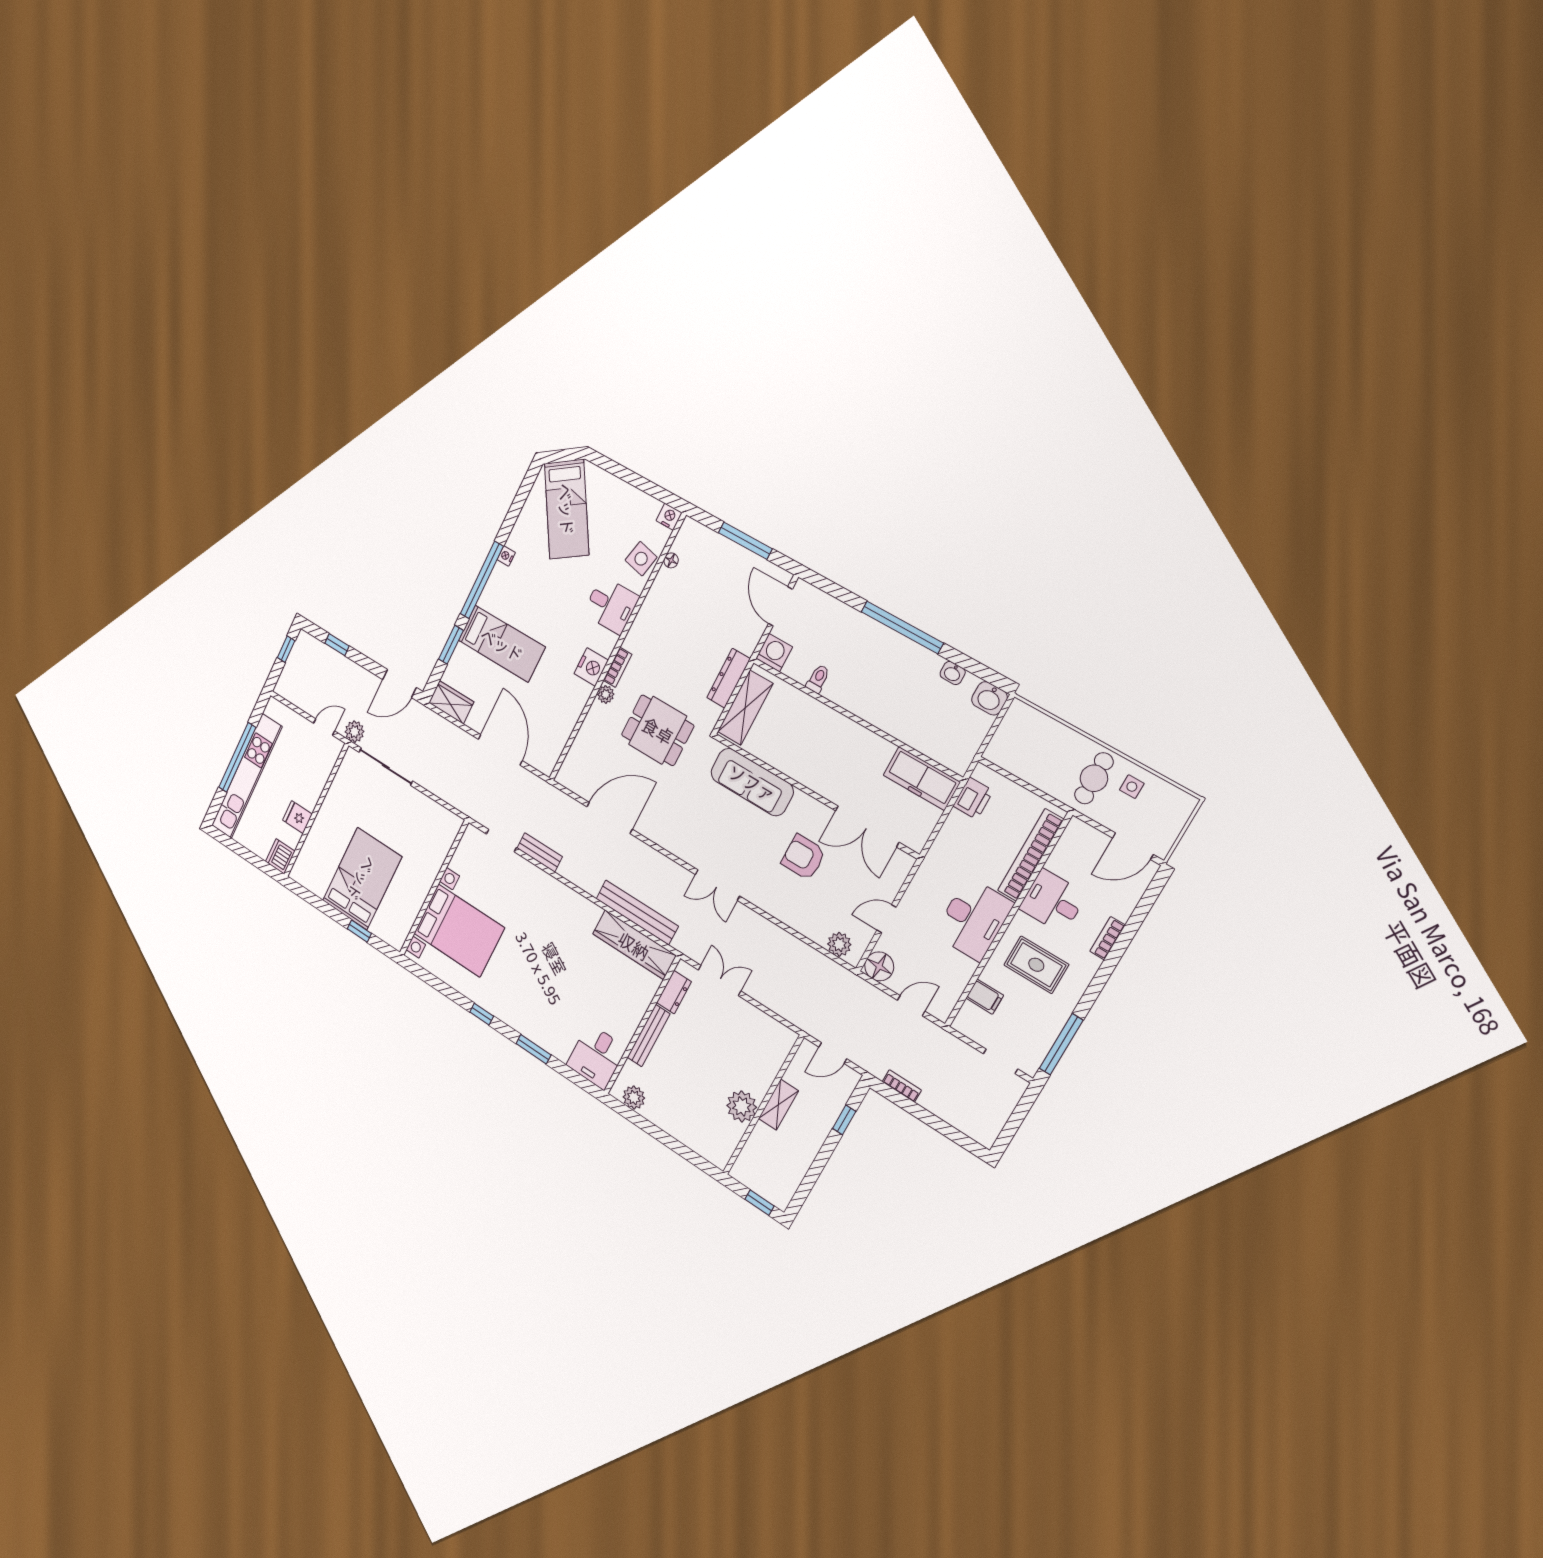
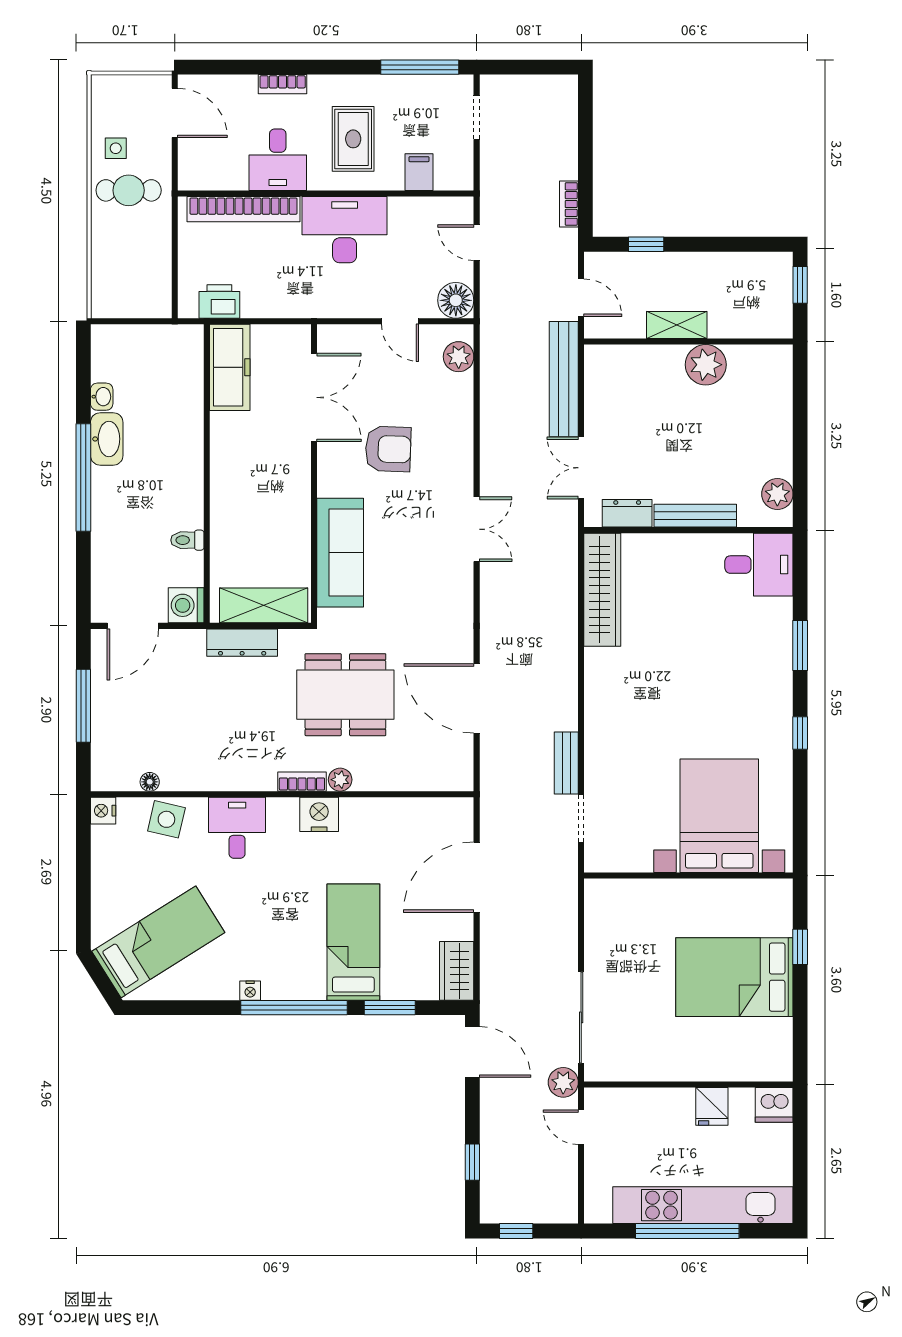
washbasin: (989, 698) -> (107, 439), moved, width x1.38
dining table: (658, 730) -> (345, 695), width x1.38
armchair: (803, 857) -> (388, 449), turned -88
bench: (637, 912) -> (564, 379), moved

